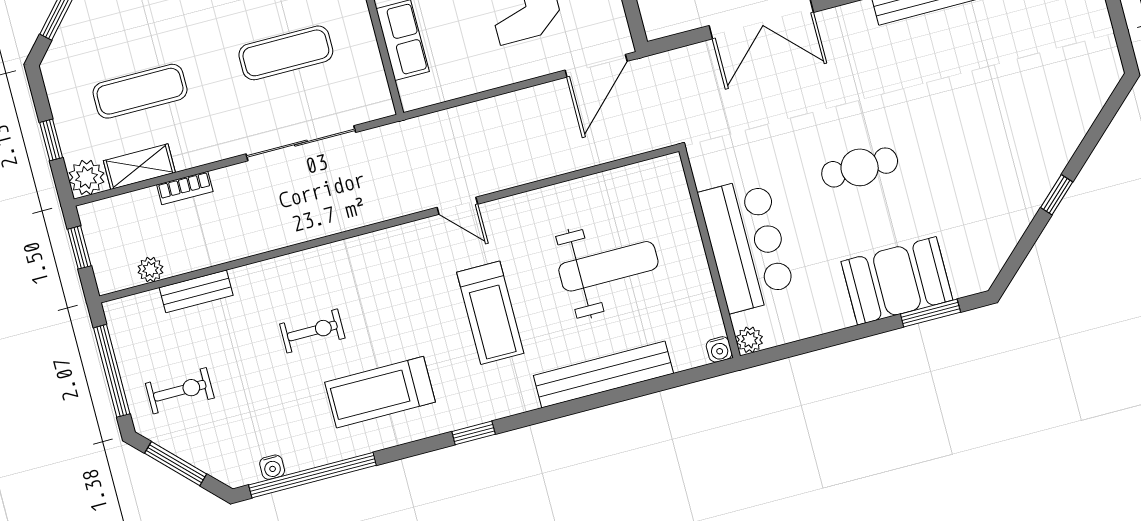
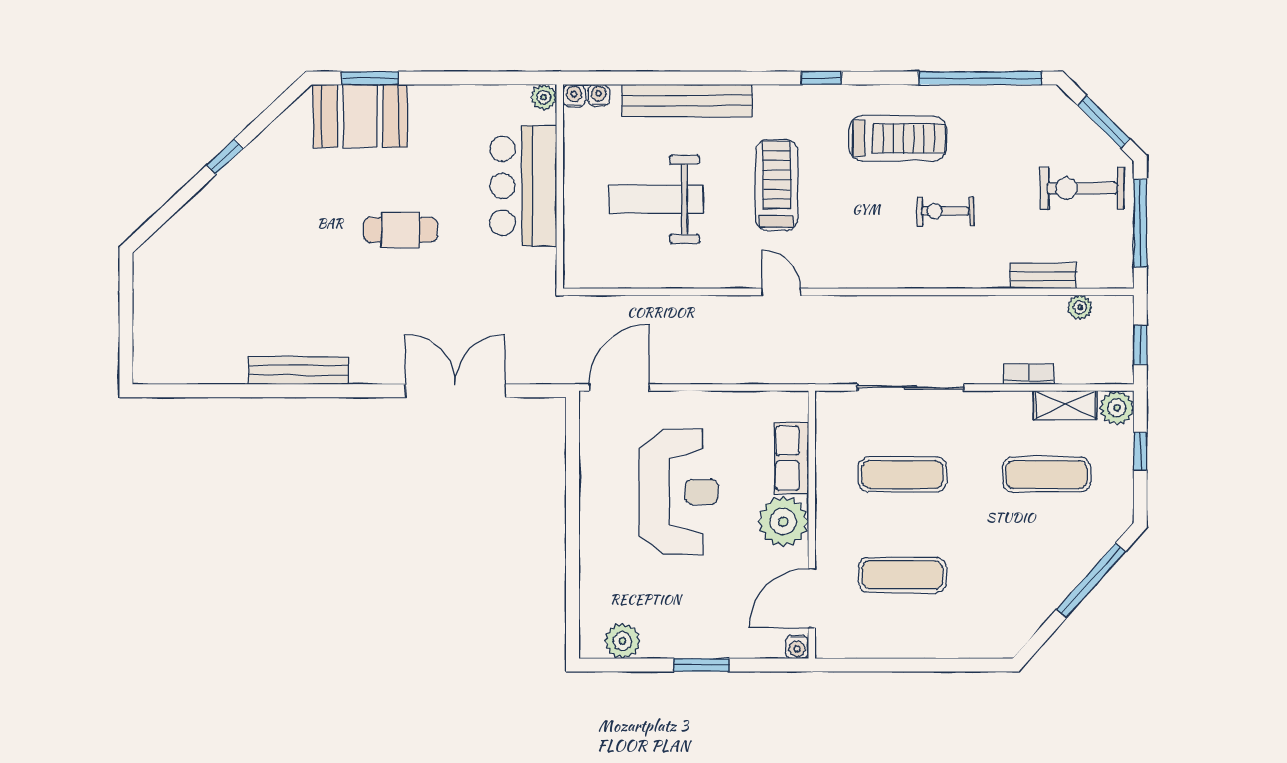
booth: (897, 281) -> (360, 116), moved
exercise bike: (180, 391) -> (1082, 188), width x1.38, depth x1.39
water cooler: (272, 467) -> (599, 95), moved

